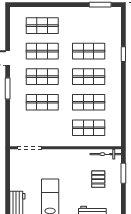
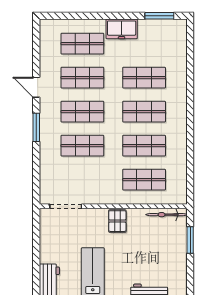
freezer: (72, 15) -> (122, 29), added
window: (123, 54) -> (190, 82), removed
pallet: (98, 179) -> (117, 221), moved

